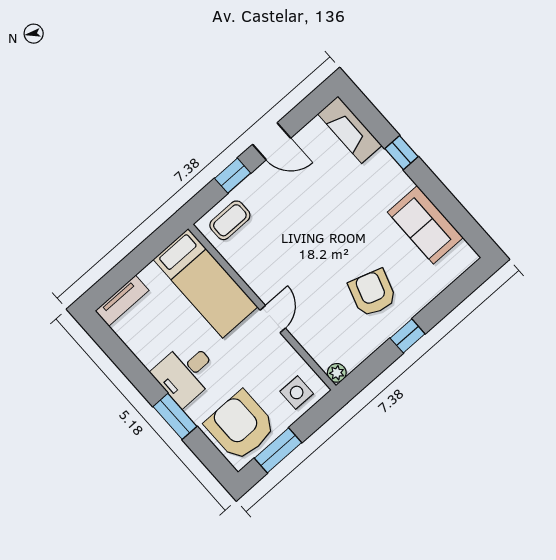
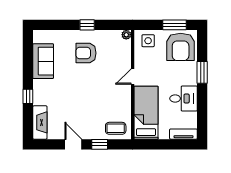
armchair: (372, 293) -> (86, 53), turned 72
desk: (186, 373) -> (184, 98), moved

